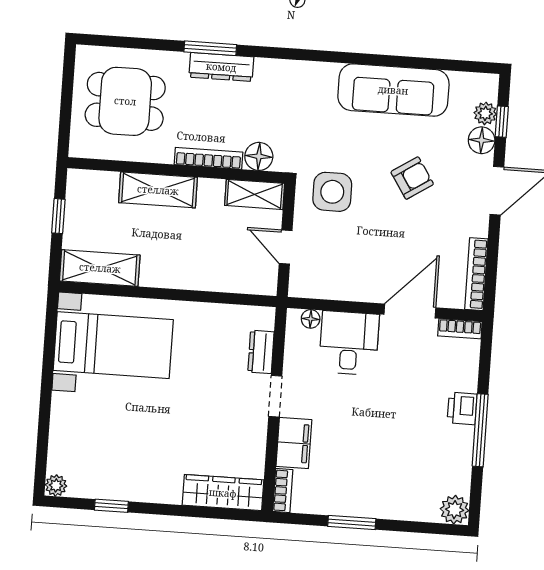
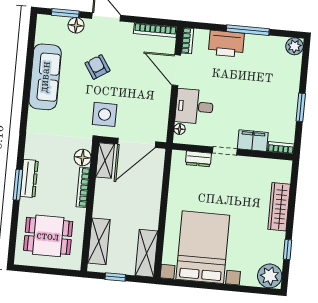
dining table: (125, 101) -> (48, 236), turned 90
plant: (485, 113) -> (60, 23), removed
window: (502, 122) -> (65, 13), width x1.50
shelving: (158, 190) -> (99, 241), moved
door: (286, 247) -> (137, 143), width x1.88
bed with nightstands: (113, 345) -> (203, 247), width x1.36
printer: (462, 408) -> (226, 44), width x1.87, depth x1.48
plant: (56, 485) -> (270, 276), width x1.88, depth x1.88
wardrobe: (223, 493) -> (279, 207), moved

